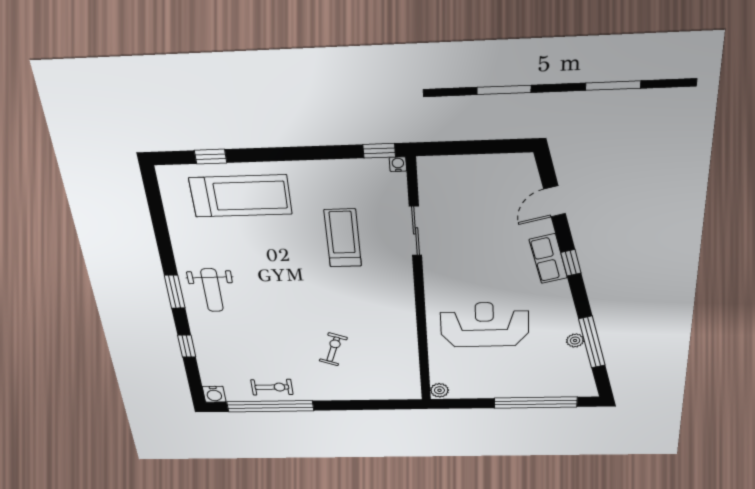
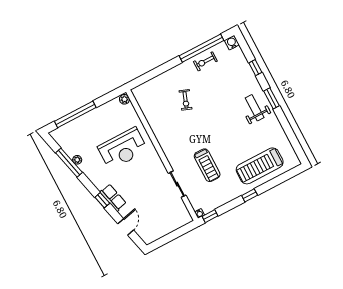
window: (211, 157) -> (250, 195), moved

